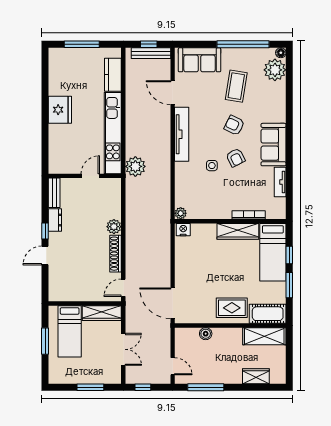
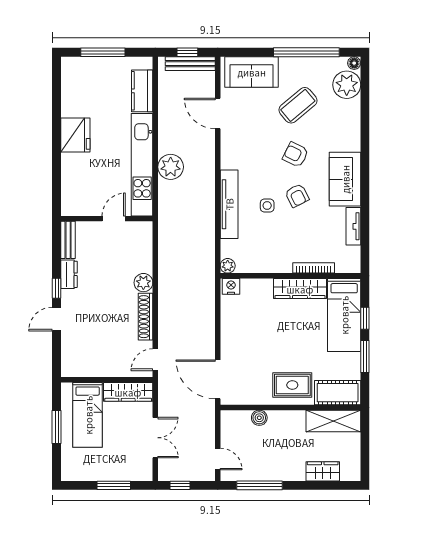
coffee table: (236, 86) -> (298, 105), turned 41
tv unit: (182, 134) -> (229, 204), moved
plant: (135, 166) -> (171, 167), moved

